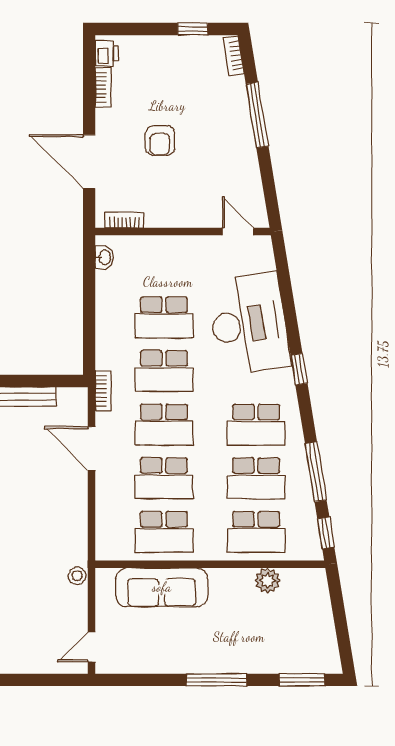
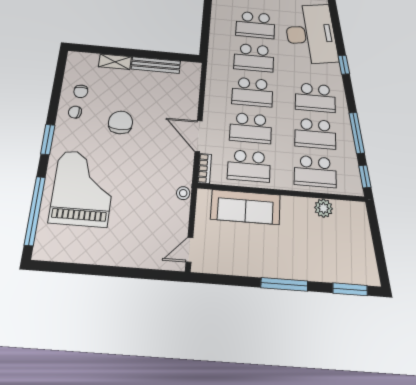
bookcase: (103, 391) -> (205, 168), moved
door: (92, 448) -> (199, 136), moved

